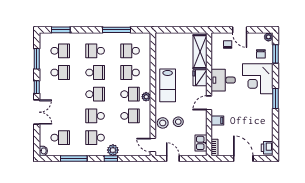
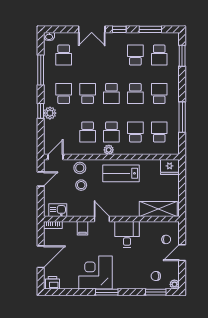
school desk: (60, 72) -> (135, 55), turned 180
fridge: (200, 78) -> (170, 167), moved, turned 180
corner desk: (258, 79) -> (96, 273), moved

